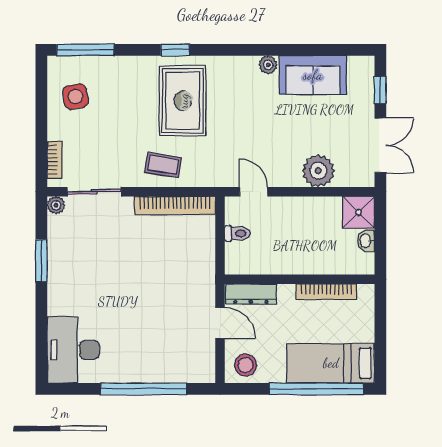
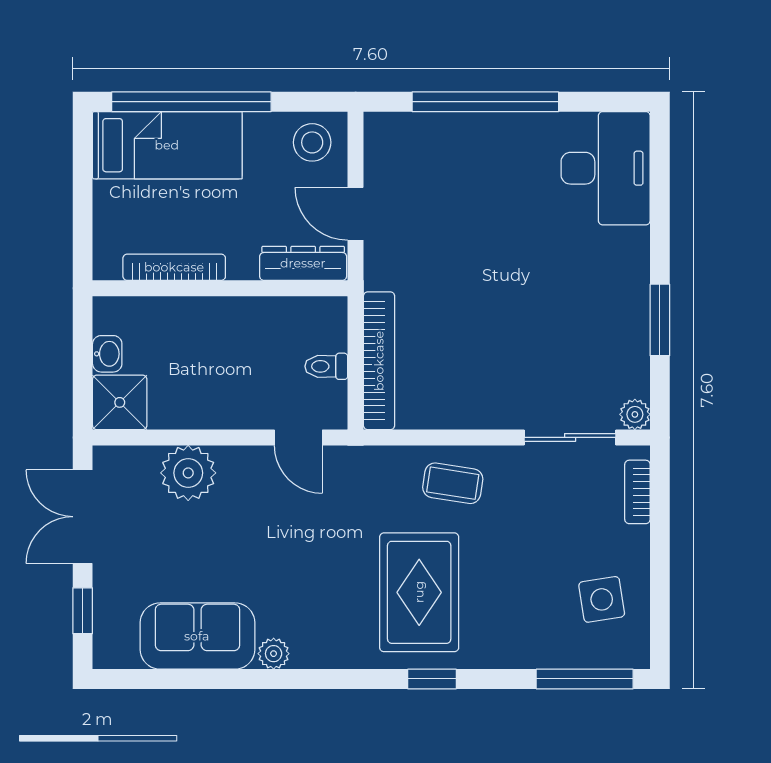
bookcase: (175, 205) -> (379, 361), moved, turned 90

